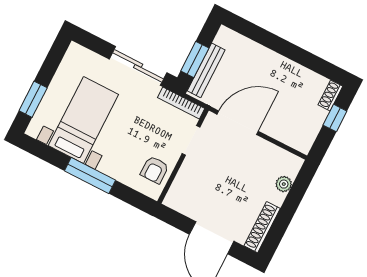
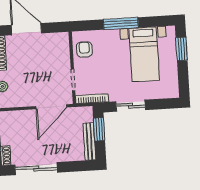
sliding door: (302, 57) -> (36, 169), added
sliding door: (138, 66) -> (131, 106), width x0.73
bench: (206, 70) -> (89, 142), moved

